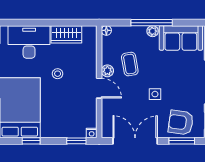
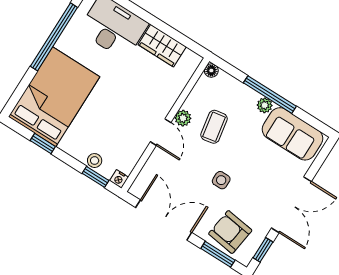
stool: (58, 74) -> (95, 161), moved

